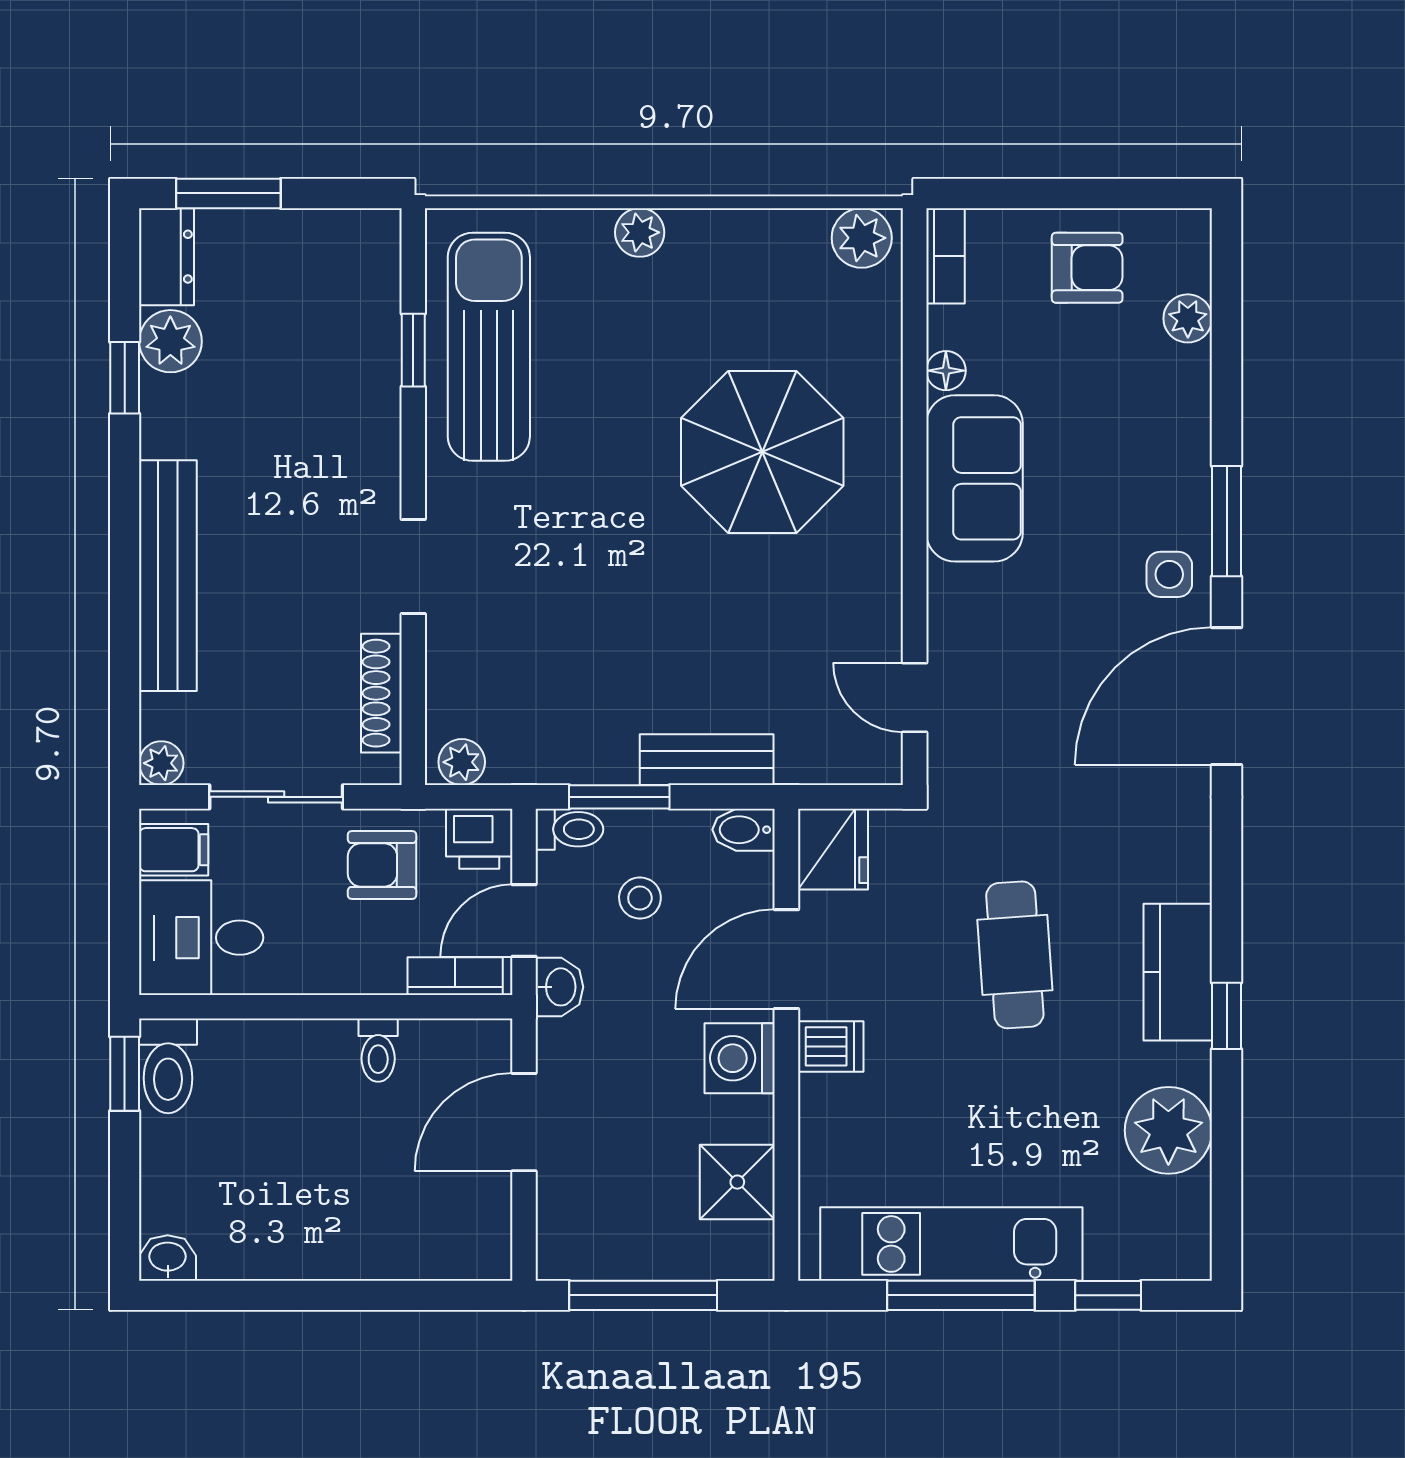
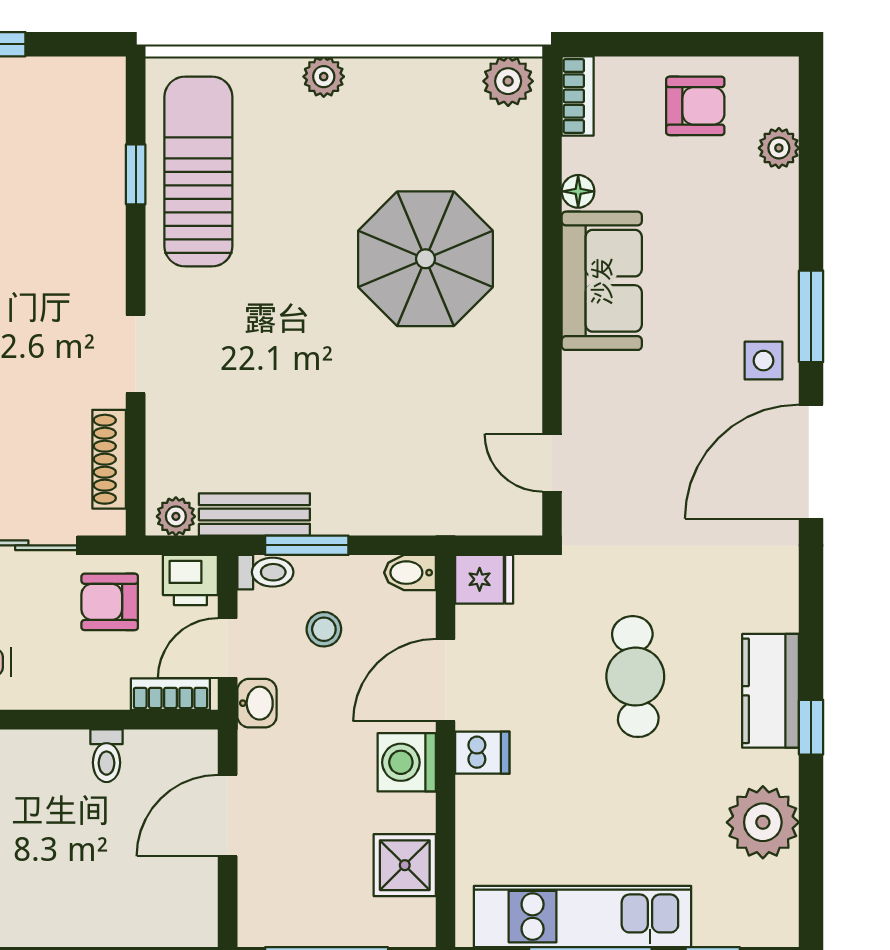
bench: (707, 760) -> (254, 514), moved
fridge: (833, 849) -> (484, 579), width x0.72

